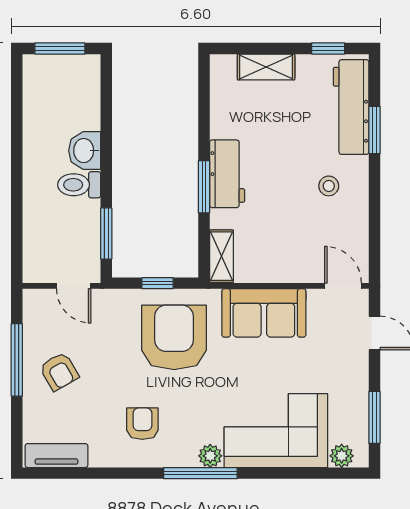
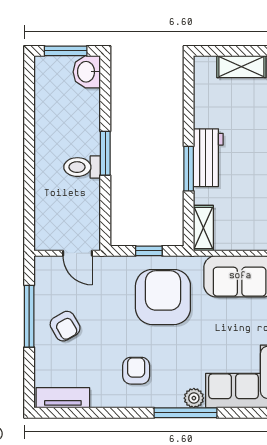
washbasin: (85, 151) -> (87, 72), moved
window: (106, 234) -> (105, 153), moved

